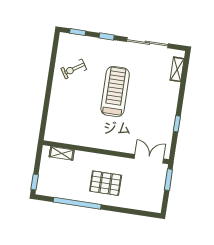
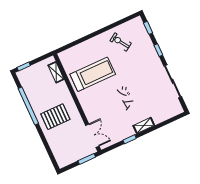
shelving: (177, 69) -> (144, 125), moved
treadmill: (115, 92) -> (93, 74), moved
pallet: (106, 183) -> (55, 117), turned 90

